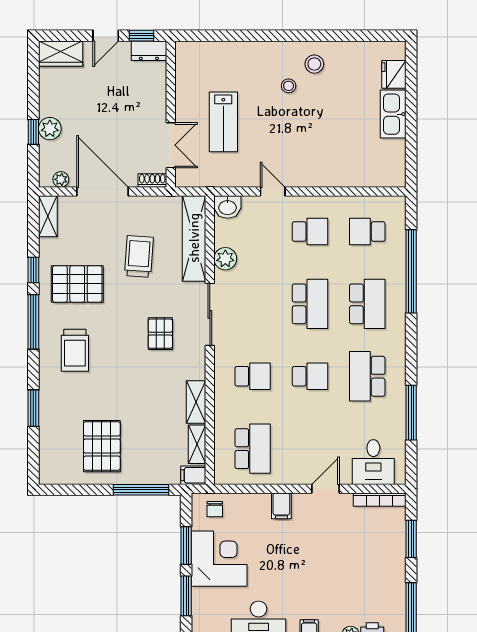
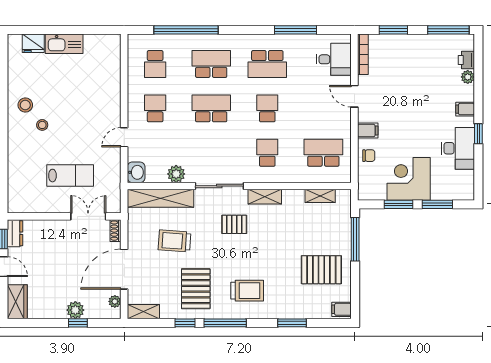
shelving: (196, 402) -> (265, 197), moved
filing cabinet: (193, 475) -> (342, 309), moved, turned 90
chair: (215, 509) -> (369, 156), moved

